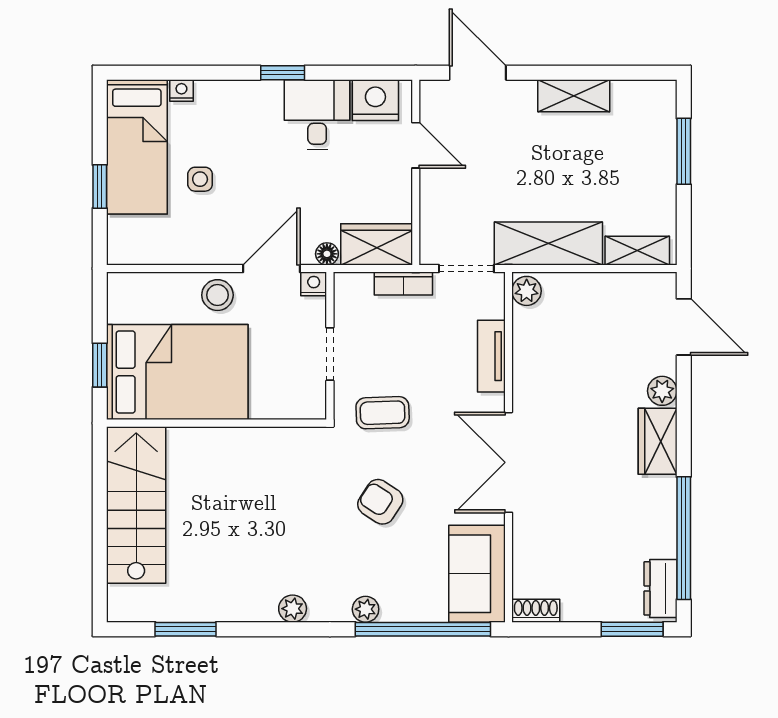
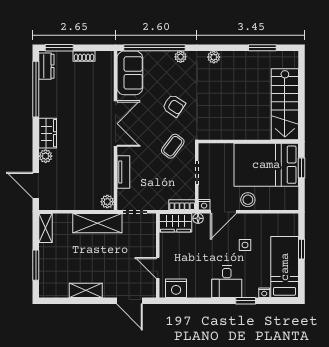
window: (283, 73) -> (246, 301), moved
desk: (317, 115) -> (227, 282), moved
side table: (200, 179) -> (245, 245), moved
shelving: (637, 251) -> (46, 228), moved, turned 90
bookcase: (403, 284) -> (182, 205), moved
coffee table: (383, 413) -> (173, 146), turned -51
shoe rack: (536, 611) -> (84, 56), moved

